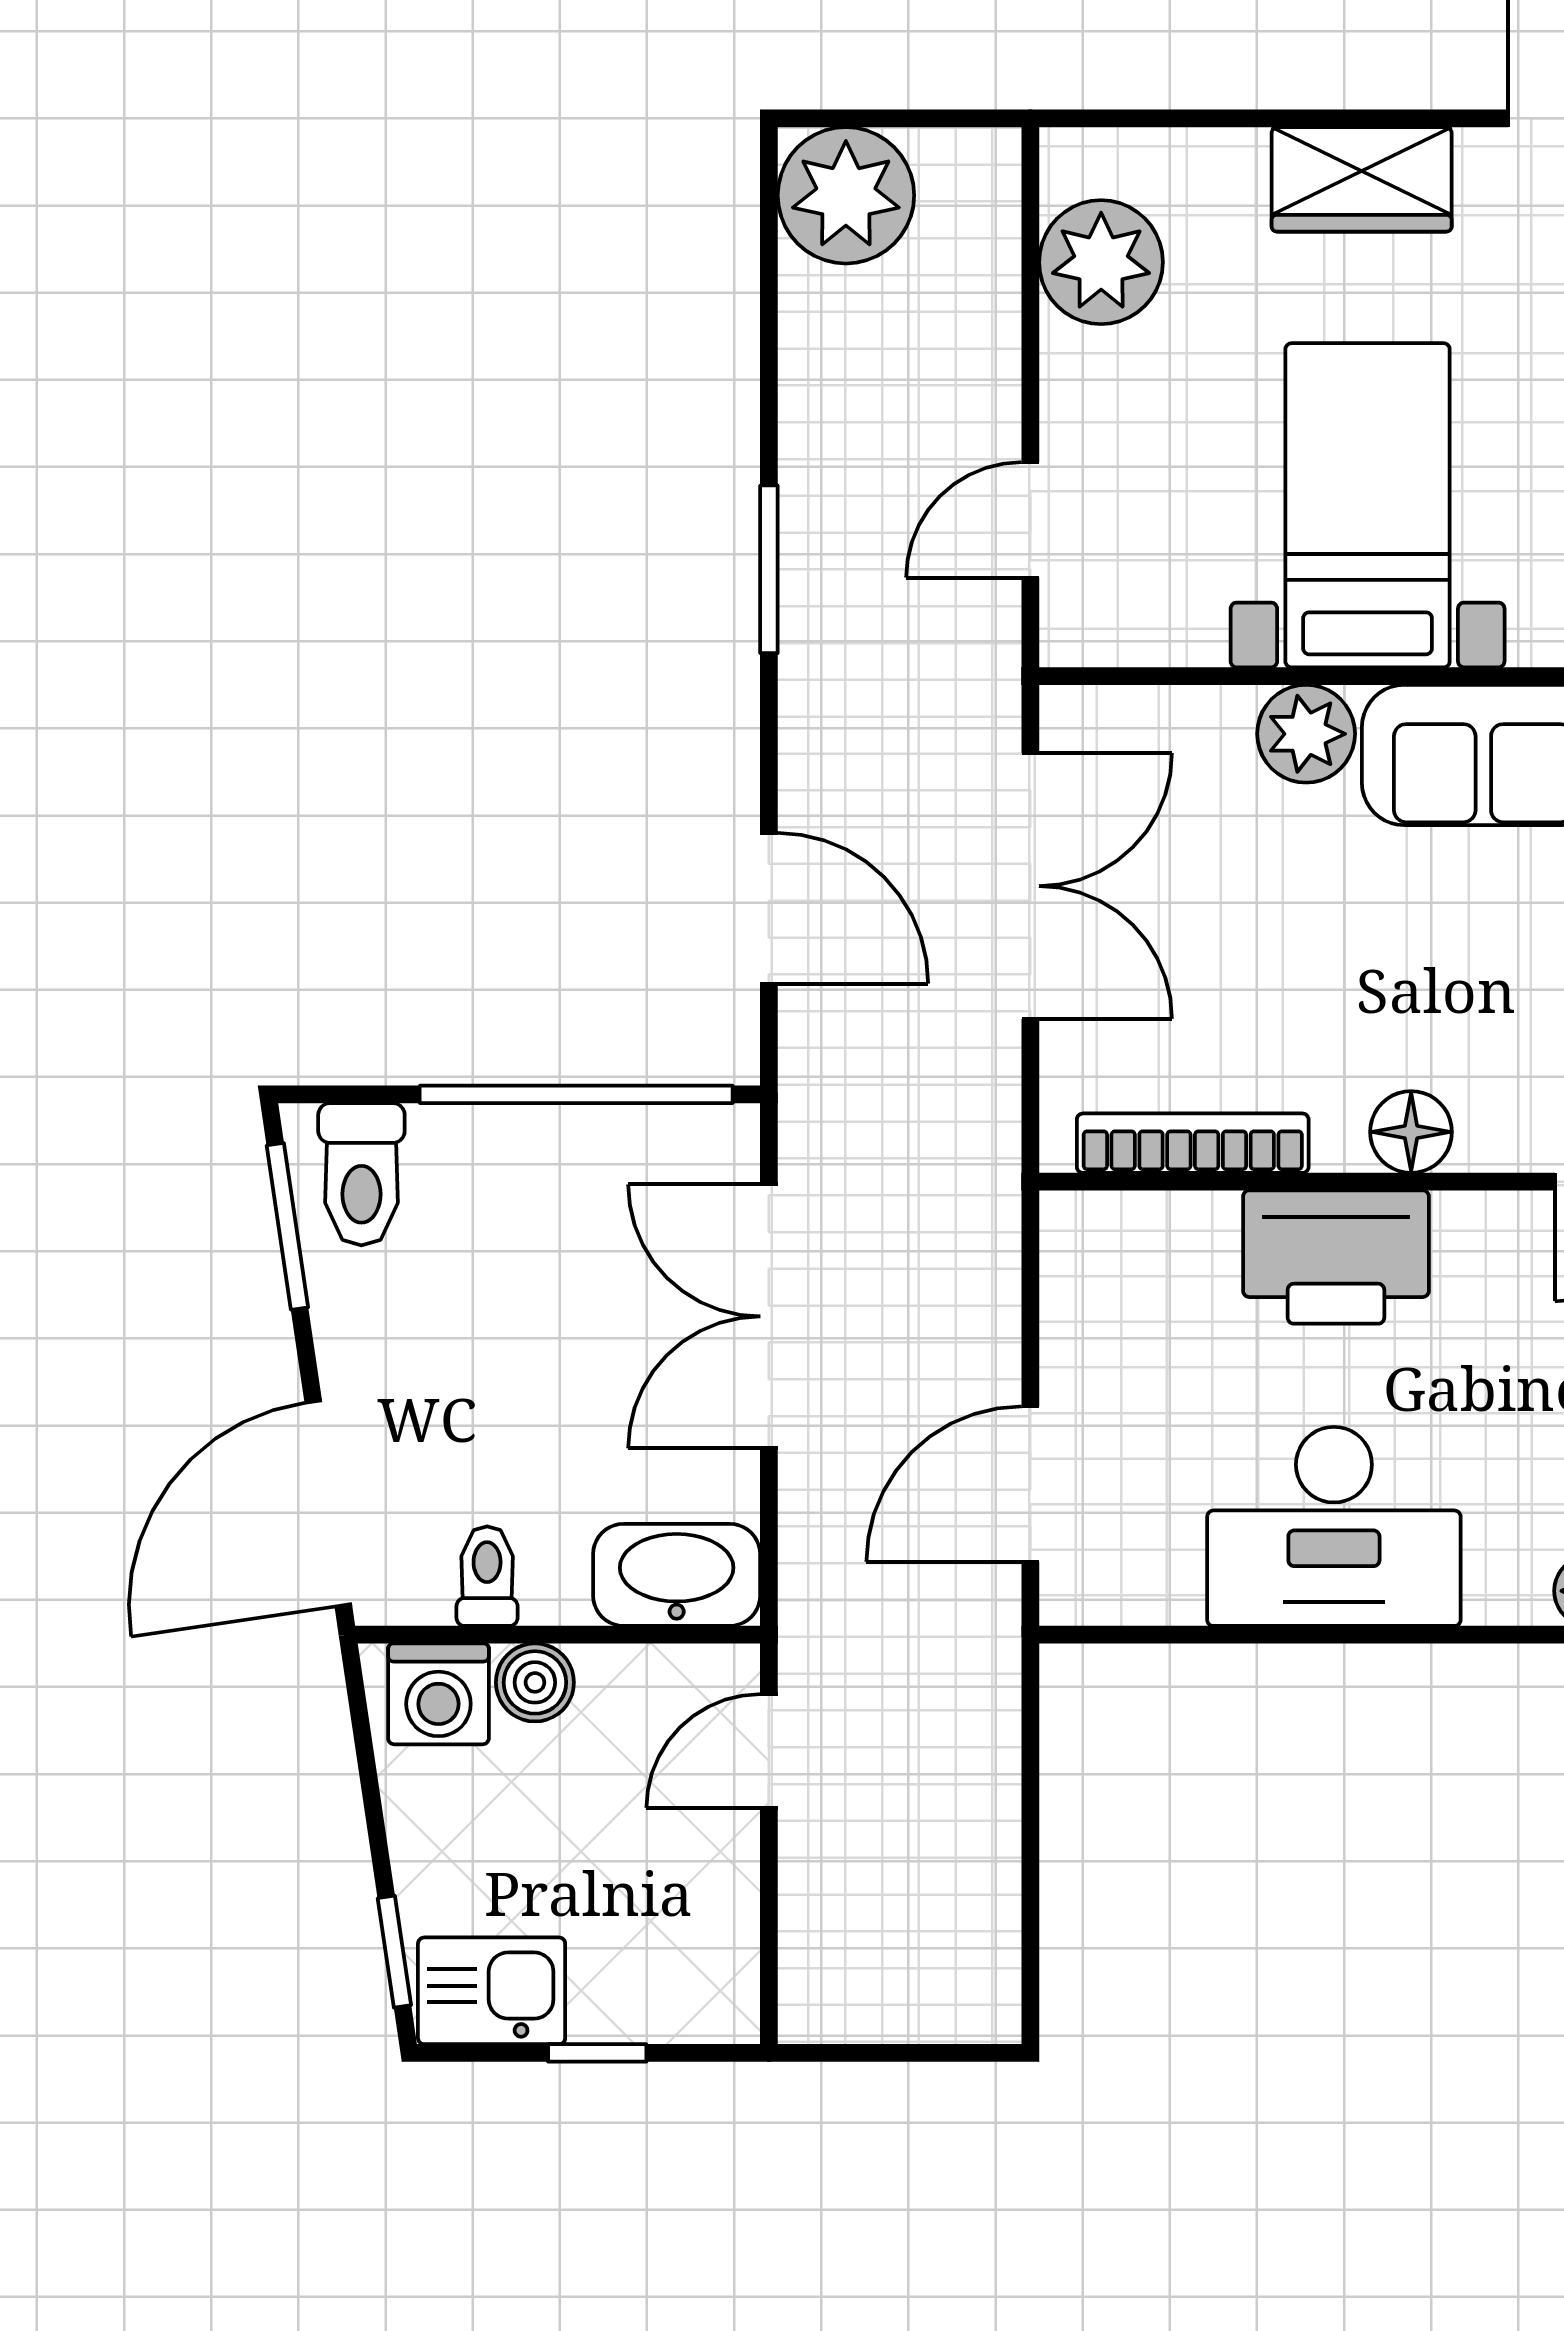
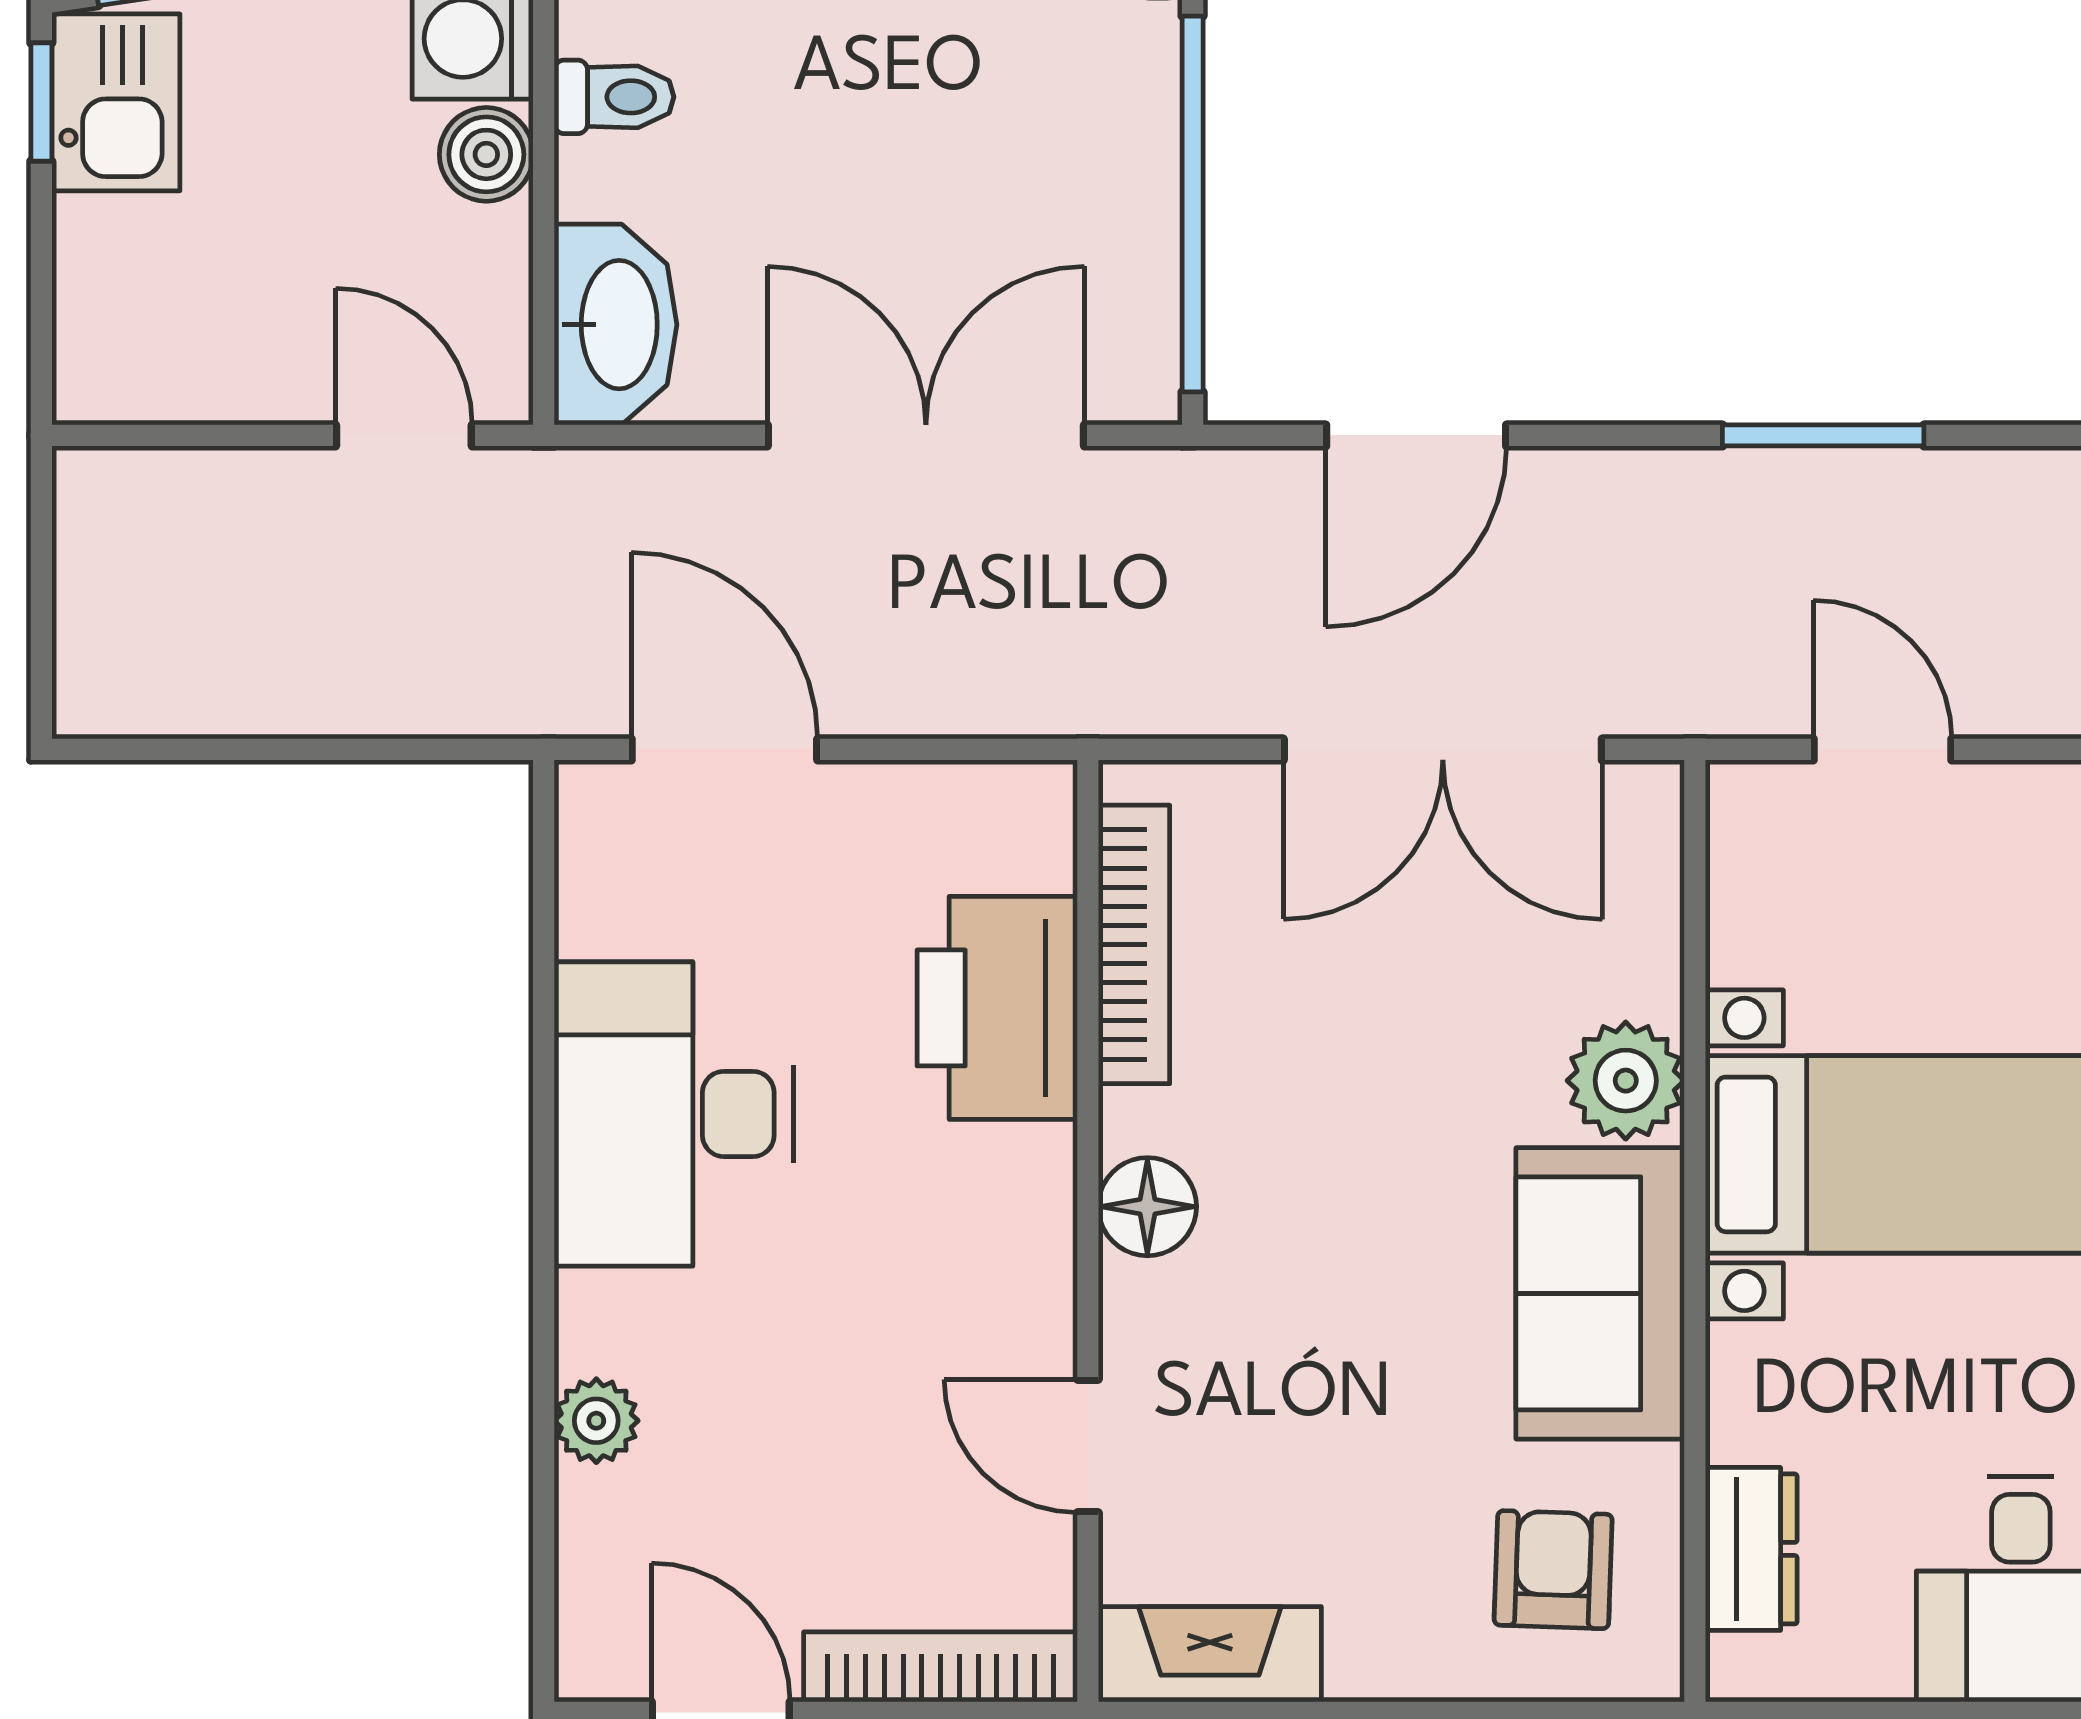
printer: (1336, 1257) -> (997, 1008), moved
window: (597, 2053) -> (41, 102), moved

